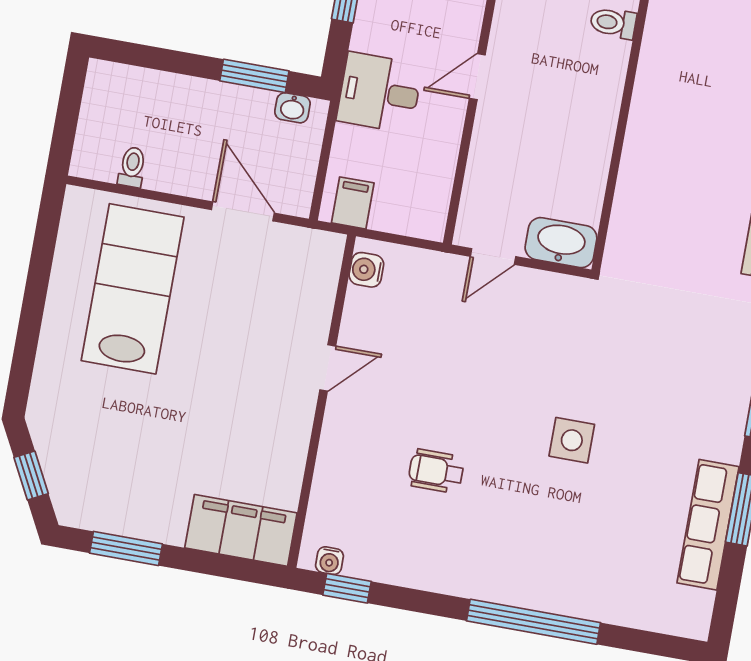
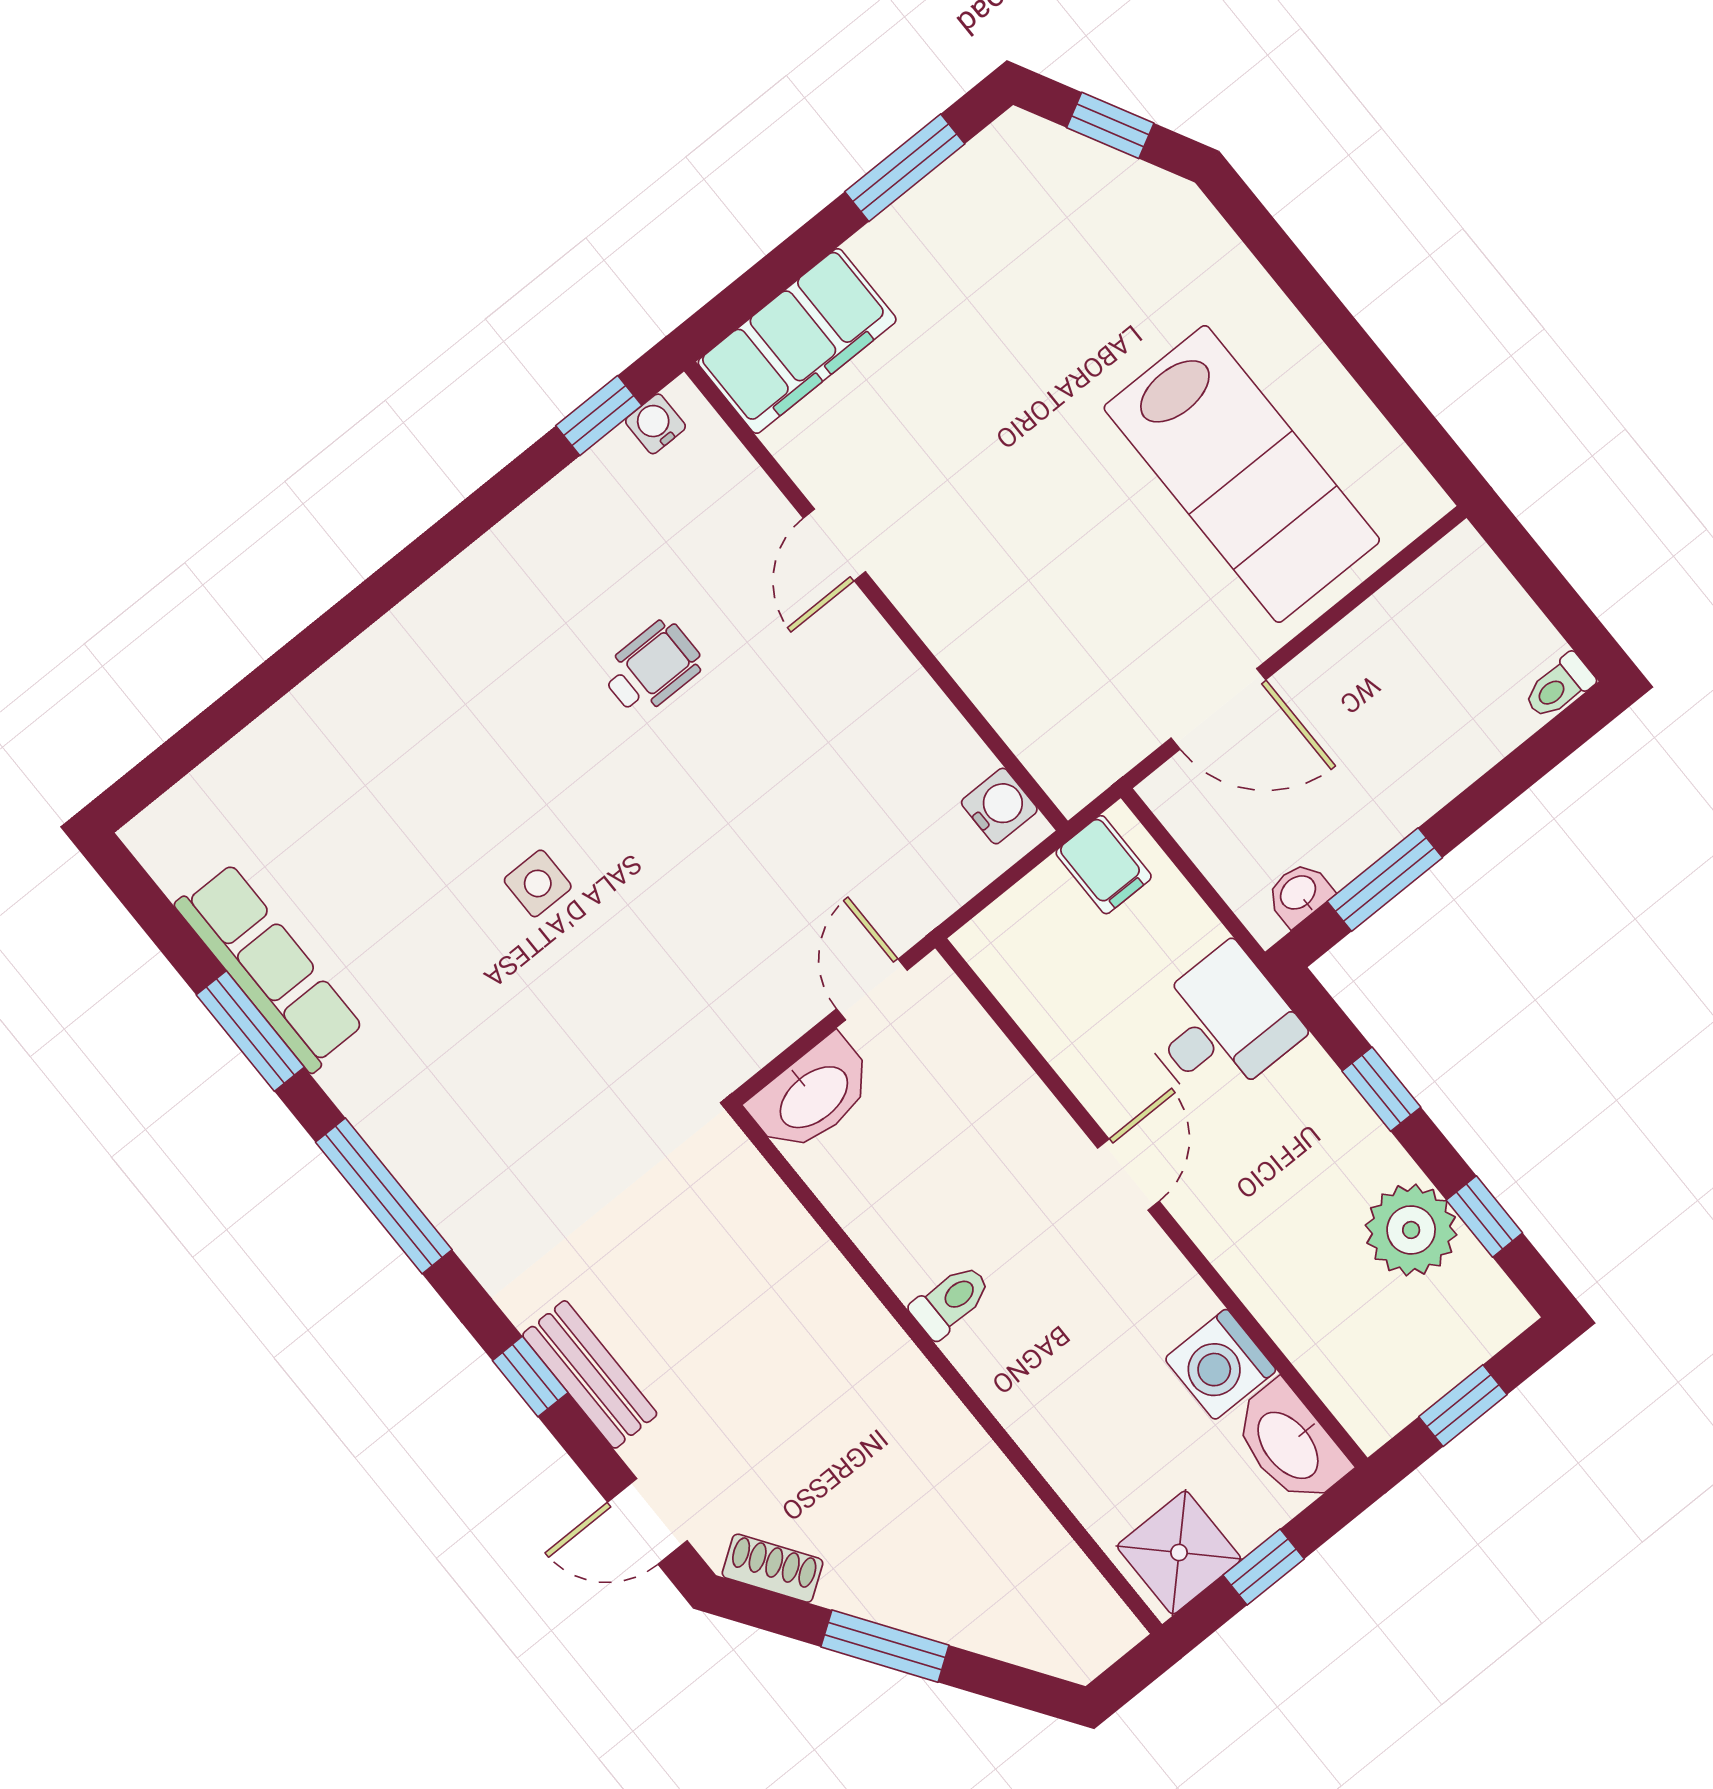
toilet: (613, 23) -> (951, 1301), moved
toilet: (132, 167) -> (1559, 687), moved, turned 90
door: (328, 368) -> (834, 545), moved
side table: (572, 440) -> (538, 883), width x0.73, depth x0.73
window: (534, 622) -> (341, 625), removed

